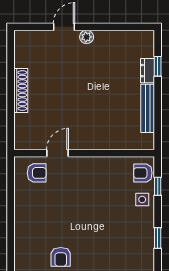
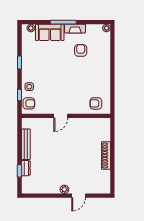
door: (57, 153) -> (61, 116), moved

